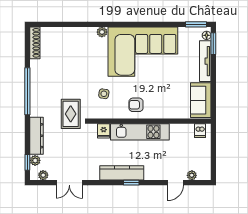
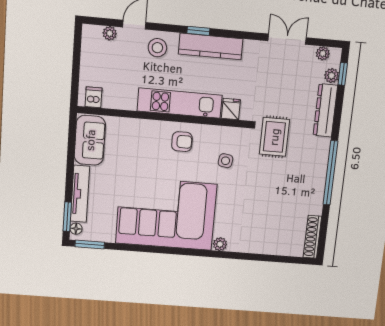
stool: (158, 169) -> (157, 48), added

